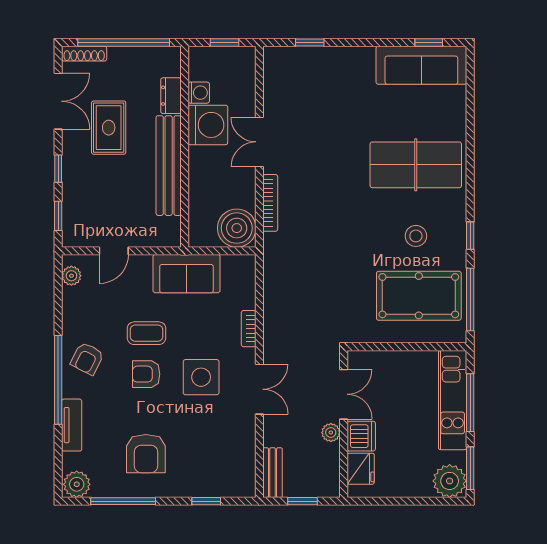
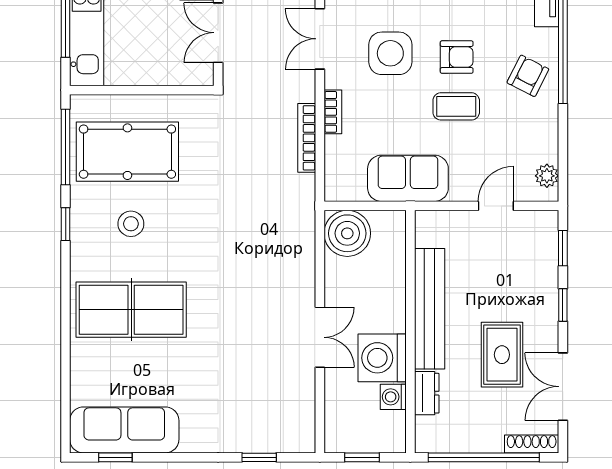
bookcase: (270, 203) -> (307, 138), moved

